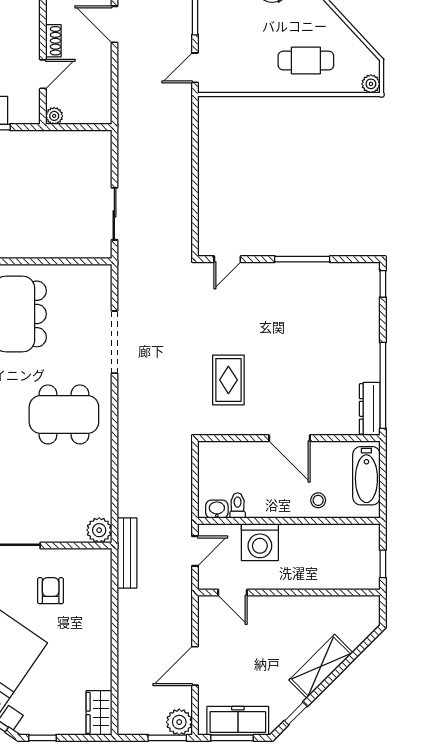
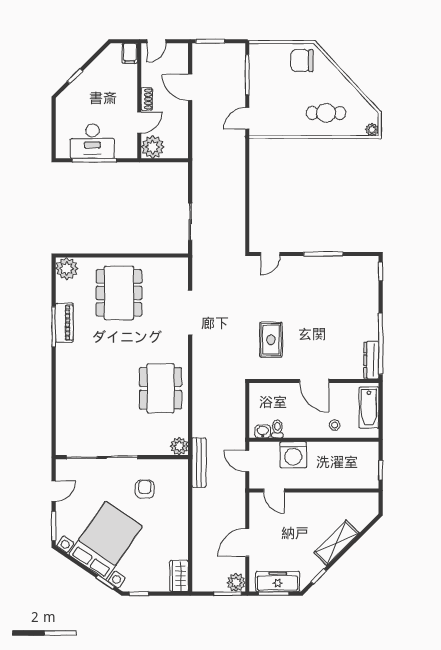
plant: (54, 116) -> (153, 147), width x1.88, depth x1.88
dining table: (64, 414) -> (160, 388), moved, turned 90
door: (195, 551) -> (247, 461), swing flipped

